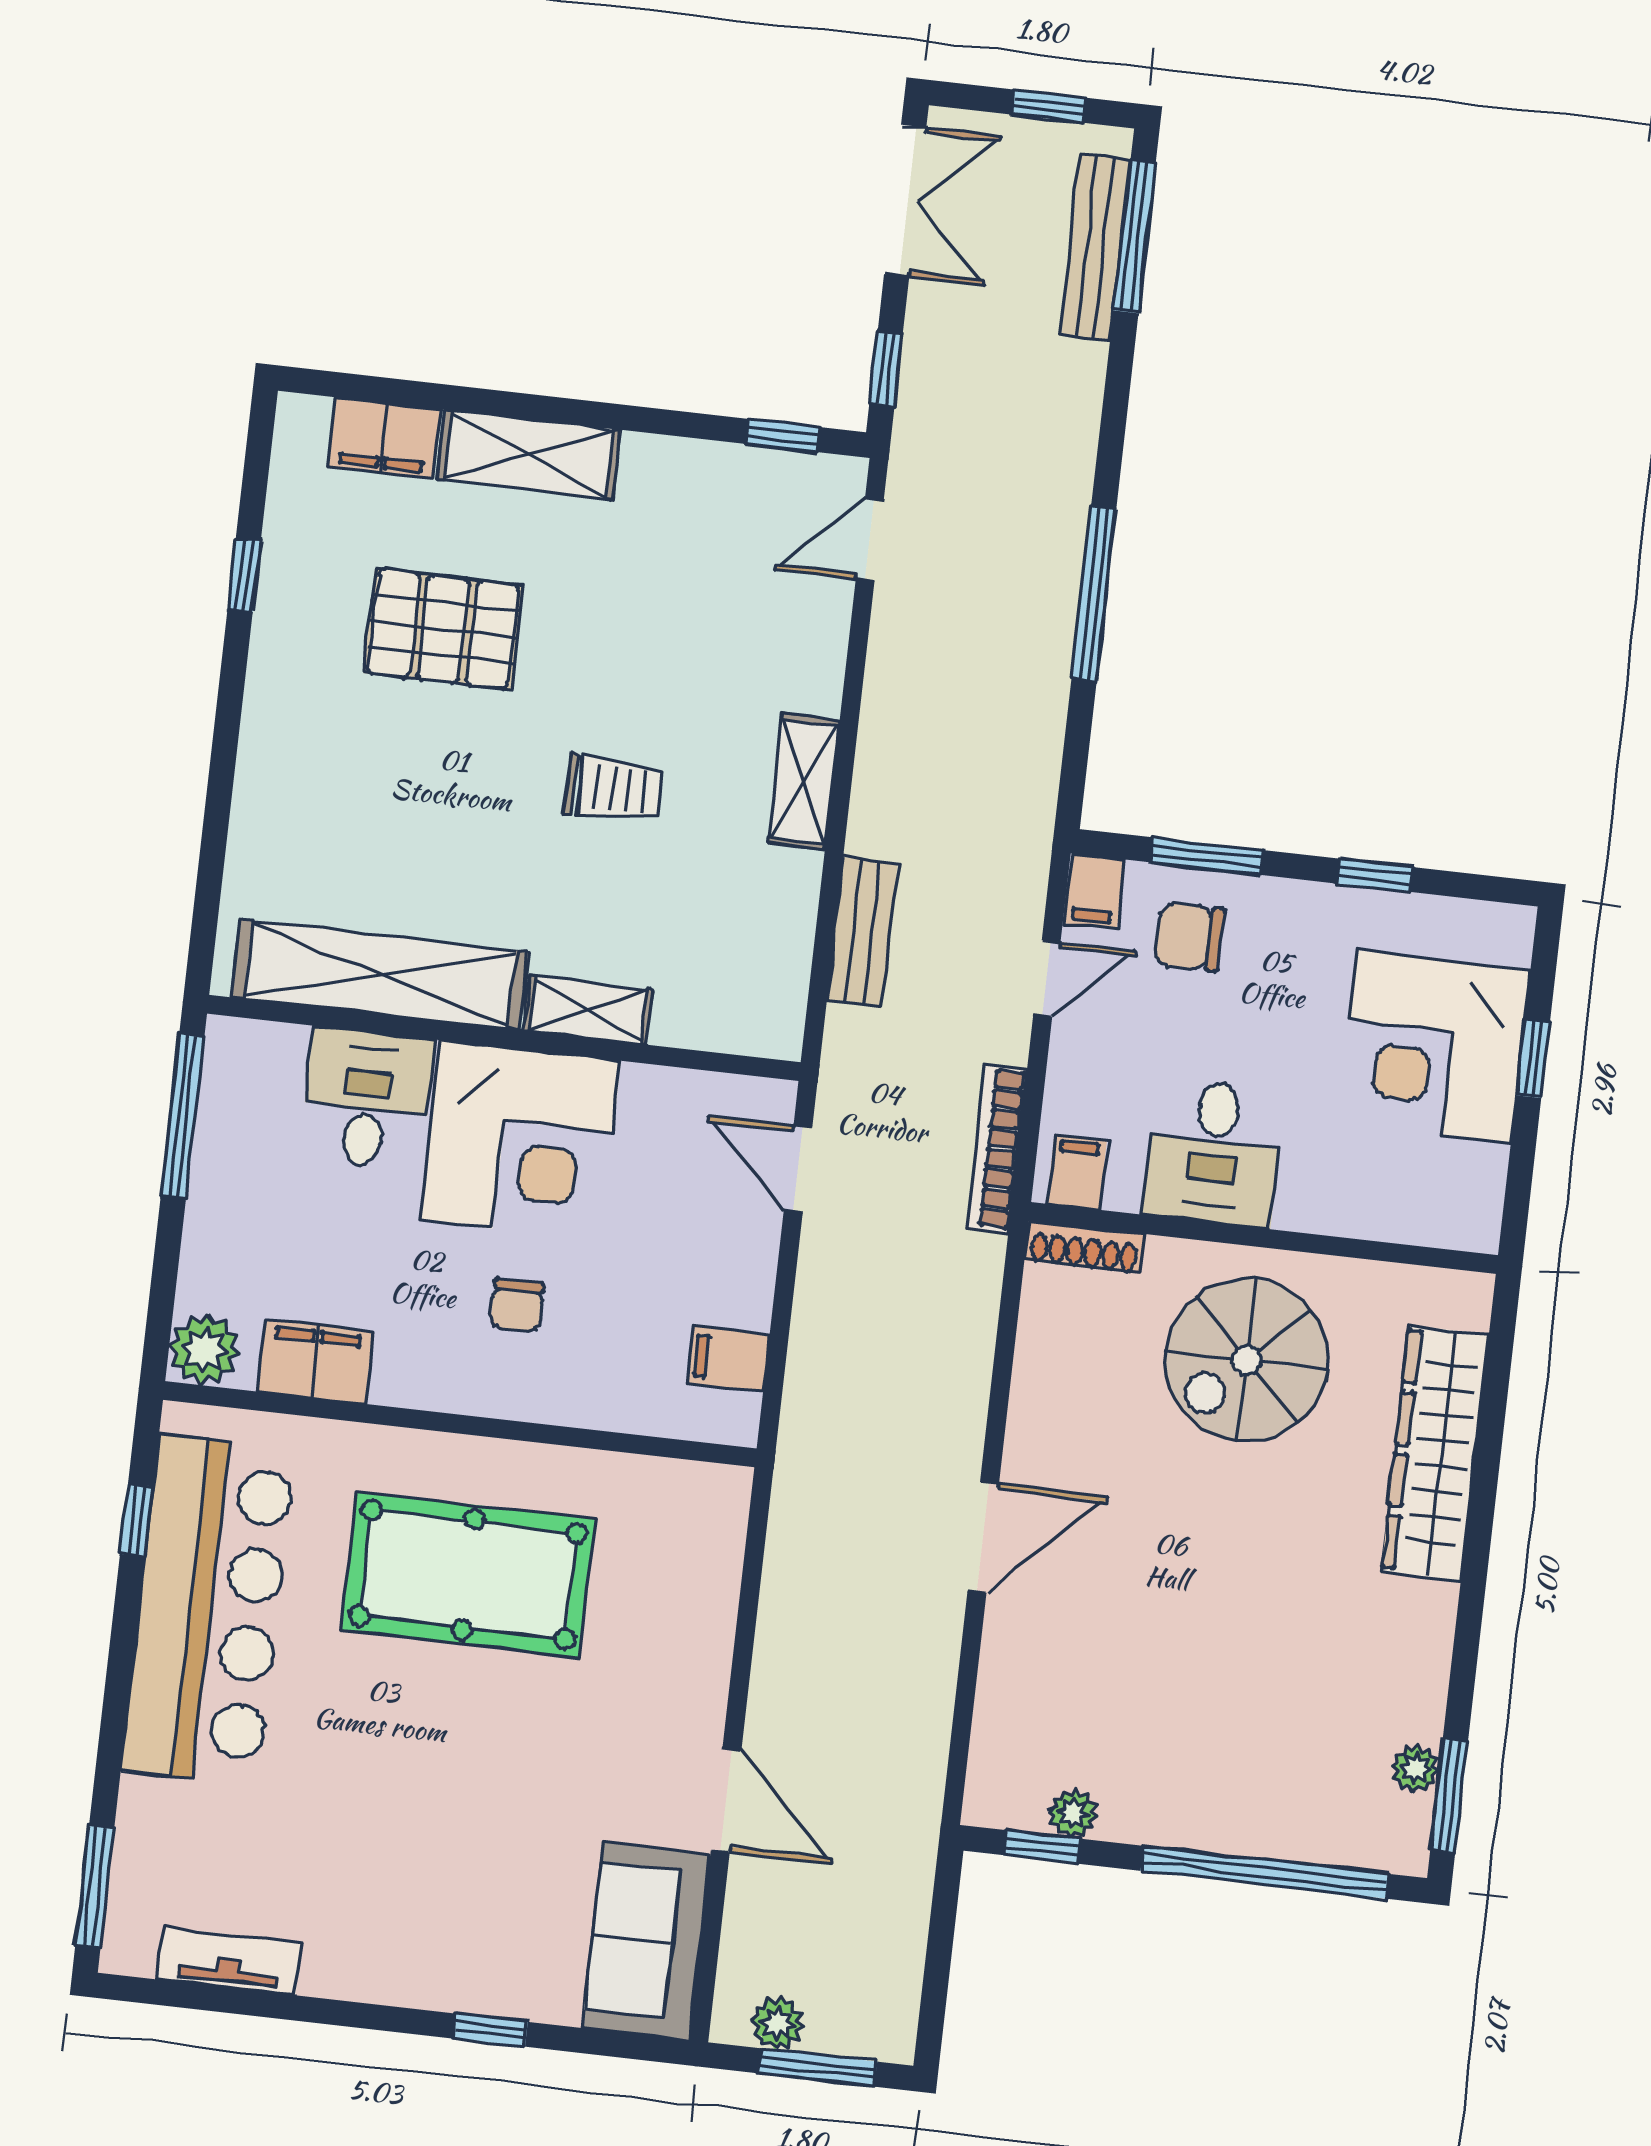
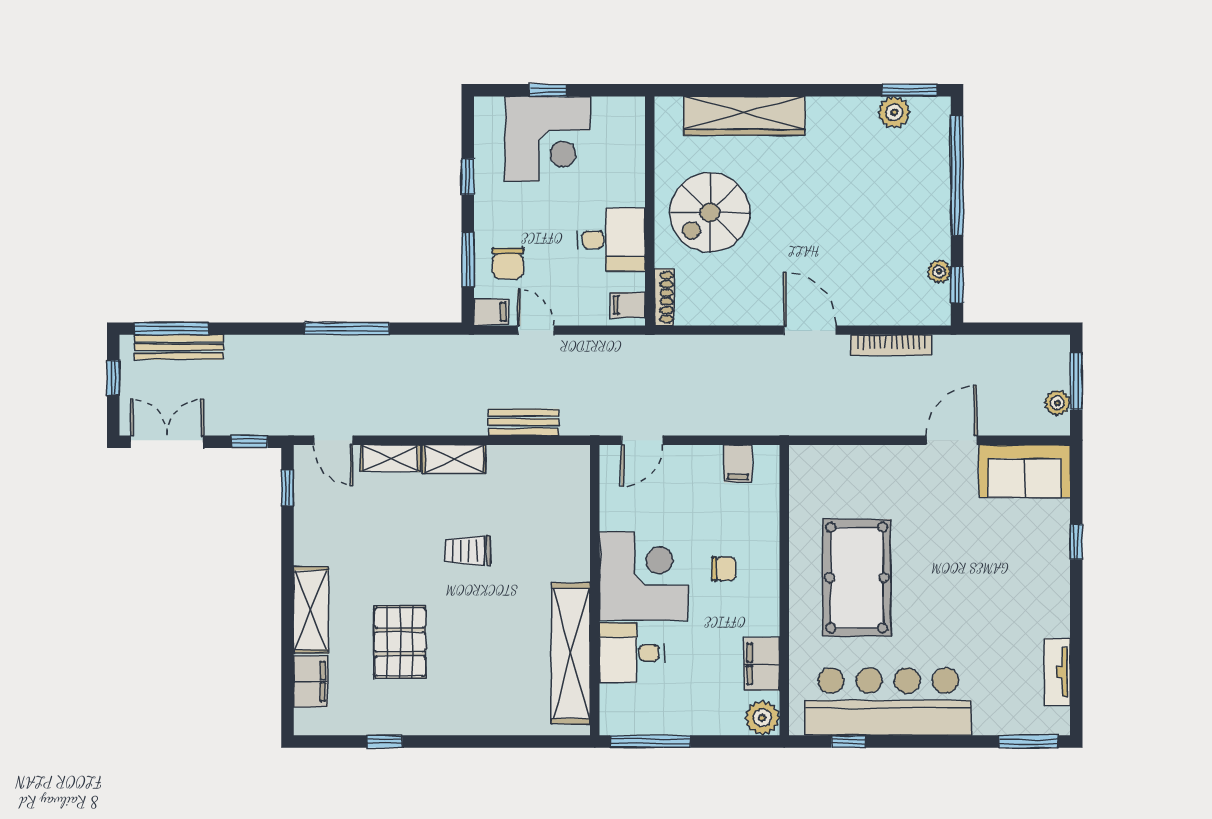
trolley: (613, 788) -> (468, 551), turned -90
shelving: (588, 1010) -> (390, 458), moved, turned 90
bookcase: (997, 1148) -> (891, 345), moved
spiral stairs: (1247, 1360) -> (710, 212), turned 90
plant: (1416, 1769) -> (894, 112), width x1.38, depth x1.38

